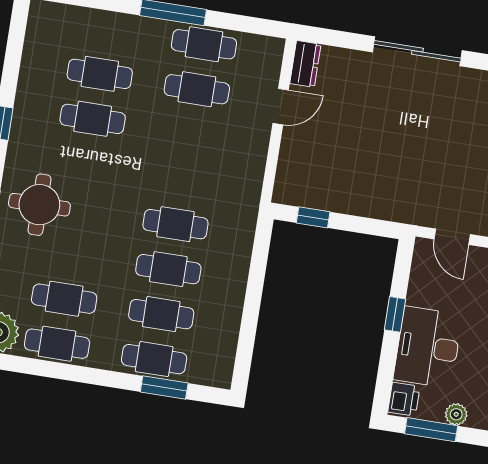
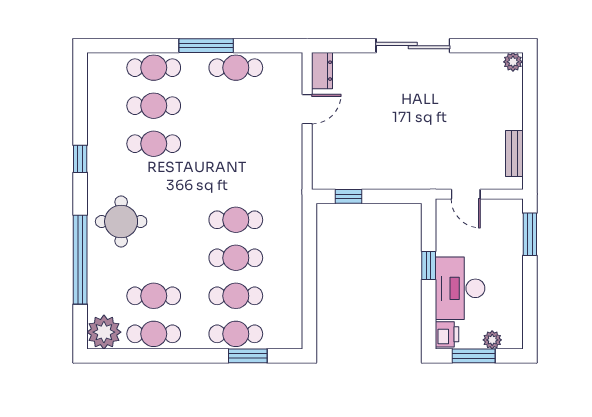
cafe table: (197, 89) -> (154, 68), moved

